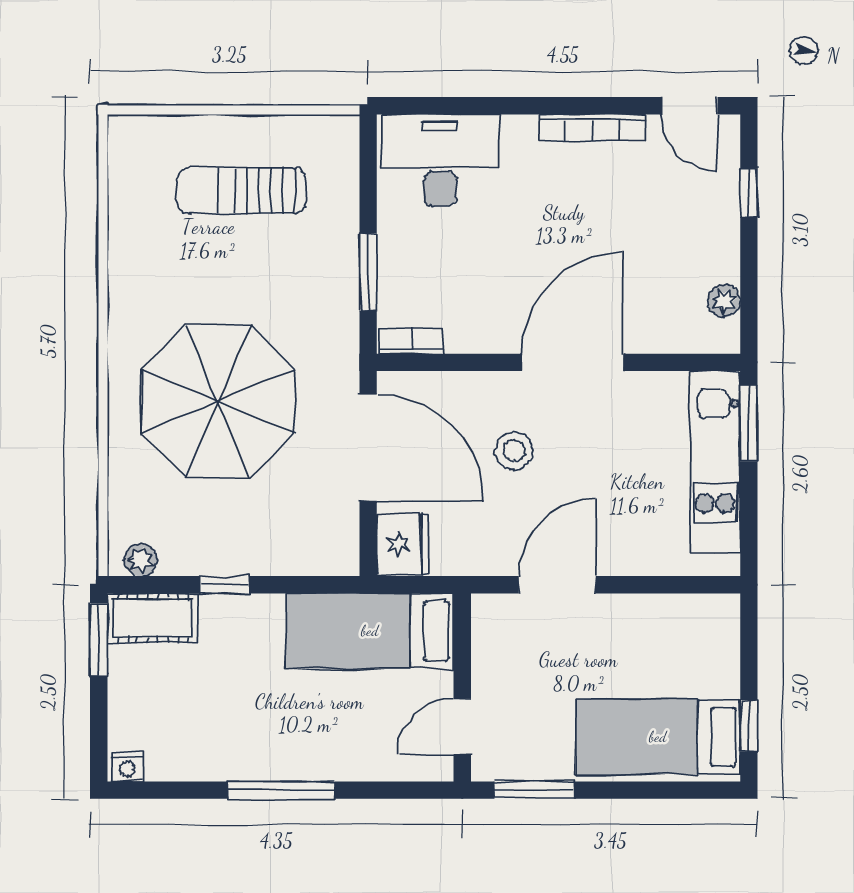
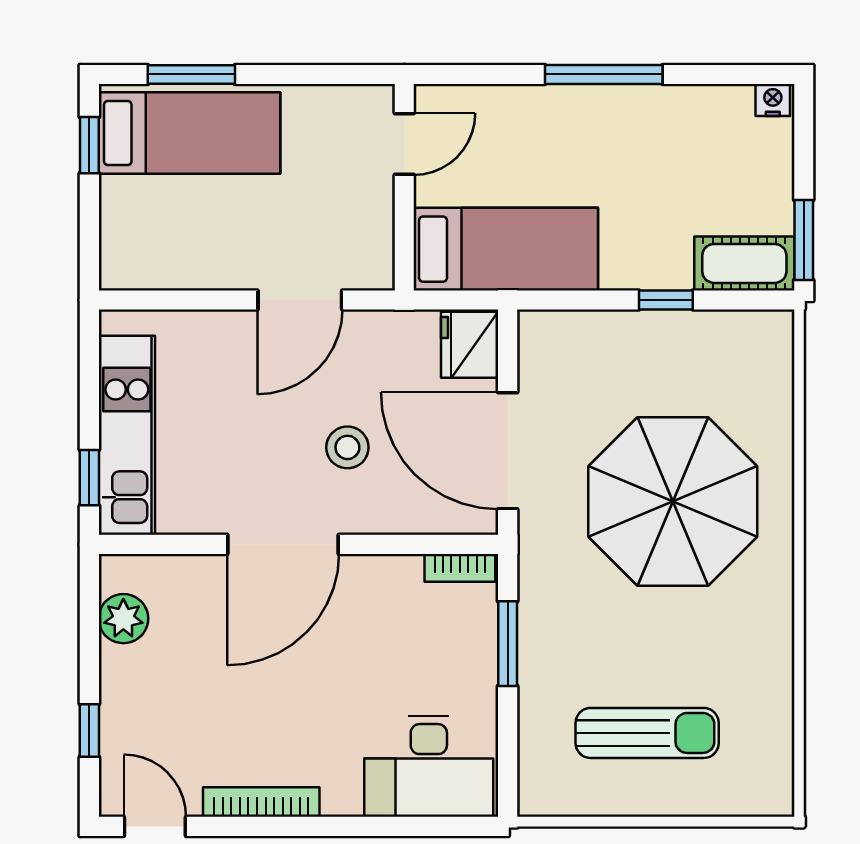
plant: (724, 301) -> (123, 619), width x1.38, depth x1.38
window: (749, 423) -> (89, 478), width x0.67
plant: (141, 560) -> (758, 327), removed
window: (534, 790) -> (191, 74), moved

